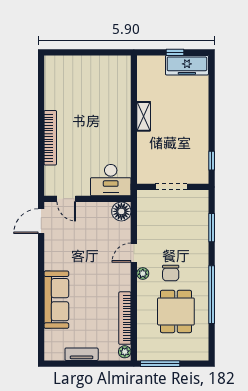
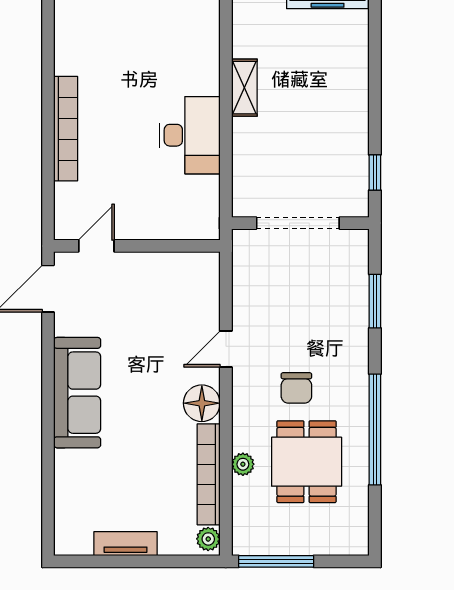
desk: (111, 180) -> (190, 135), moved, turned -90
doorway: (171, 187) -> (298, 223), width x1.36
door: (66, 199) -> (96, 246), swing flipped
floor lamp: (121, 211) -> (202, 403), moved
plant: (143, 274) -> (243, 464), moved
sofa: (56, 300) -> (77, 393), moved

